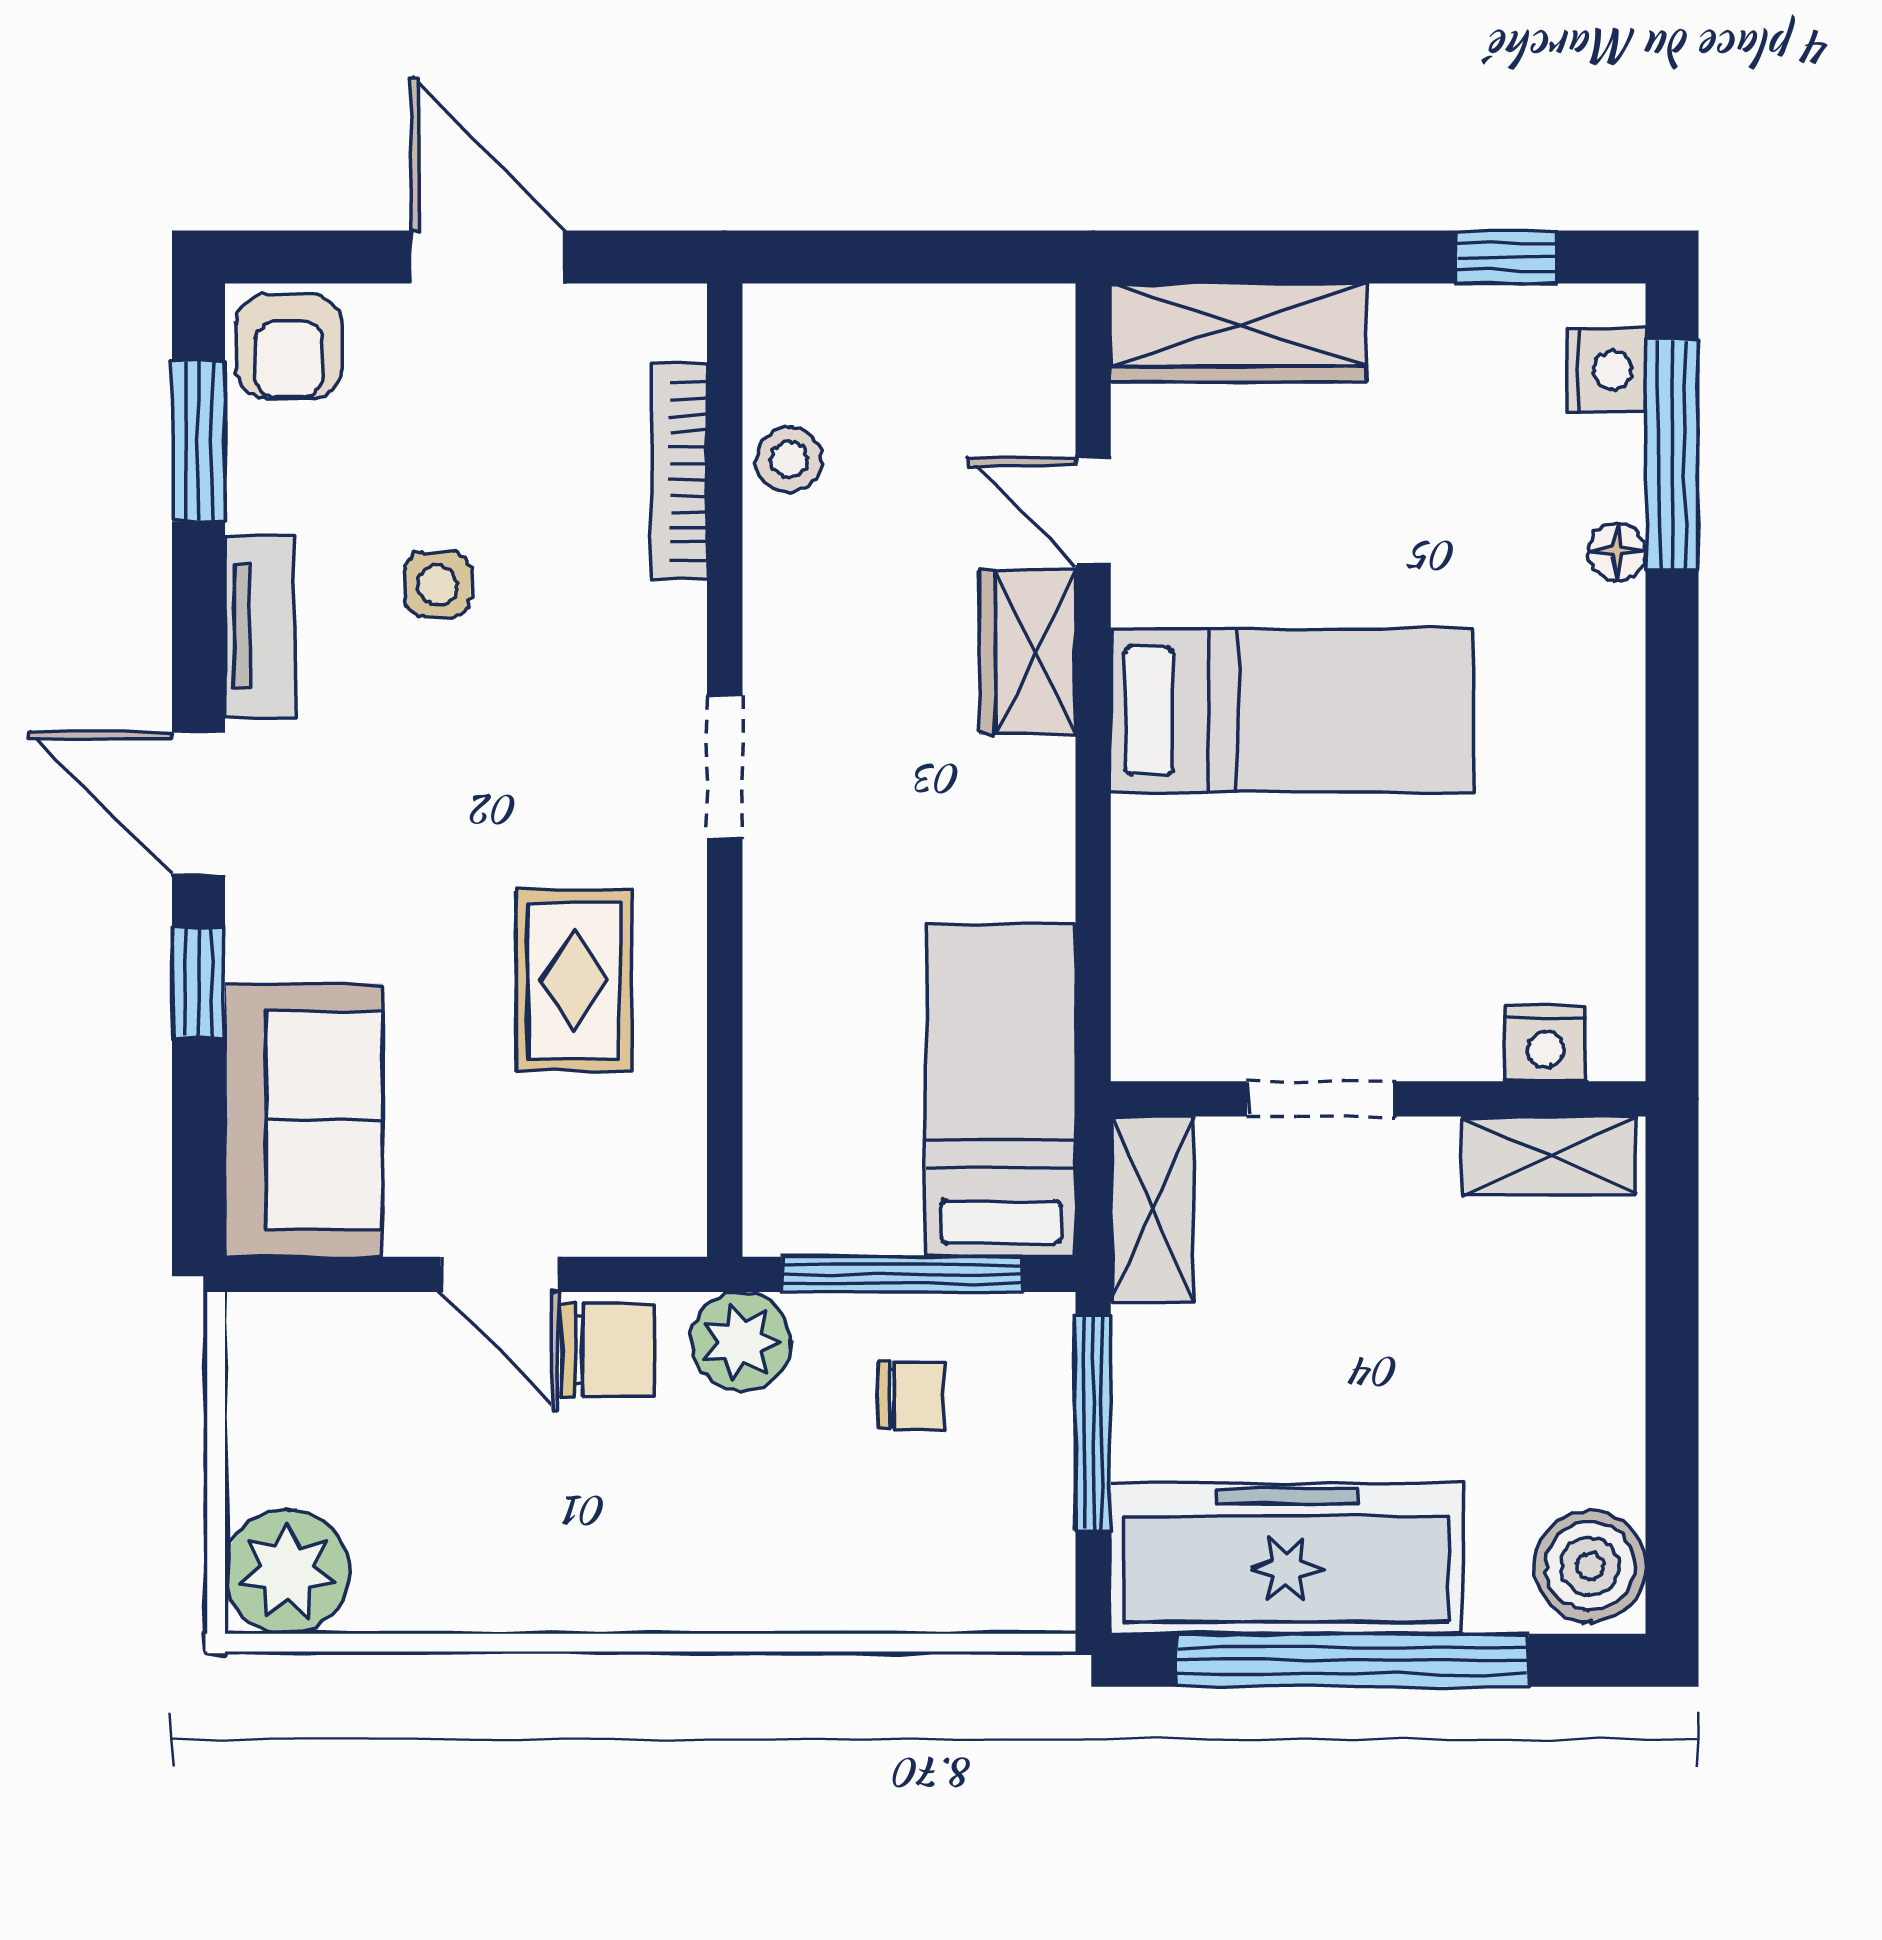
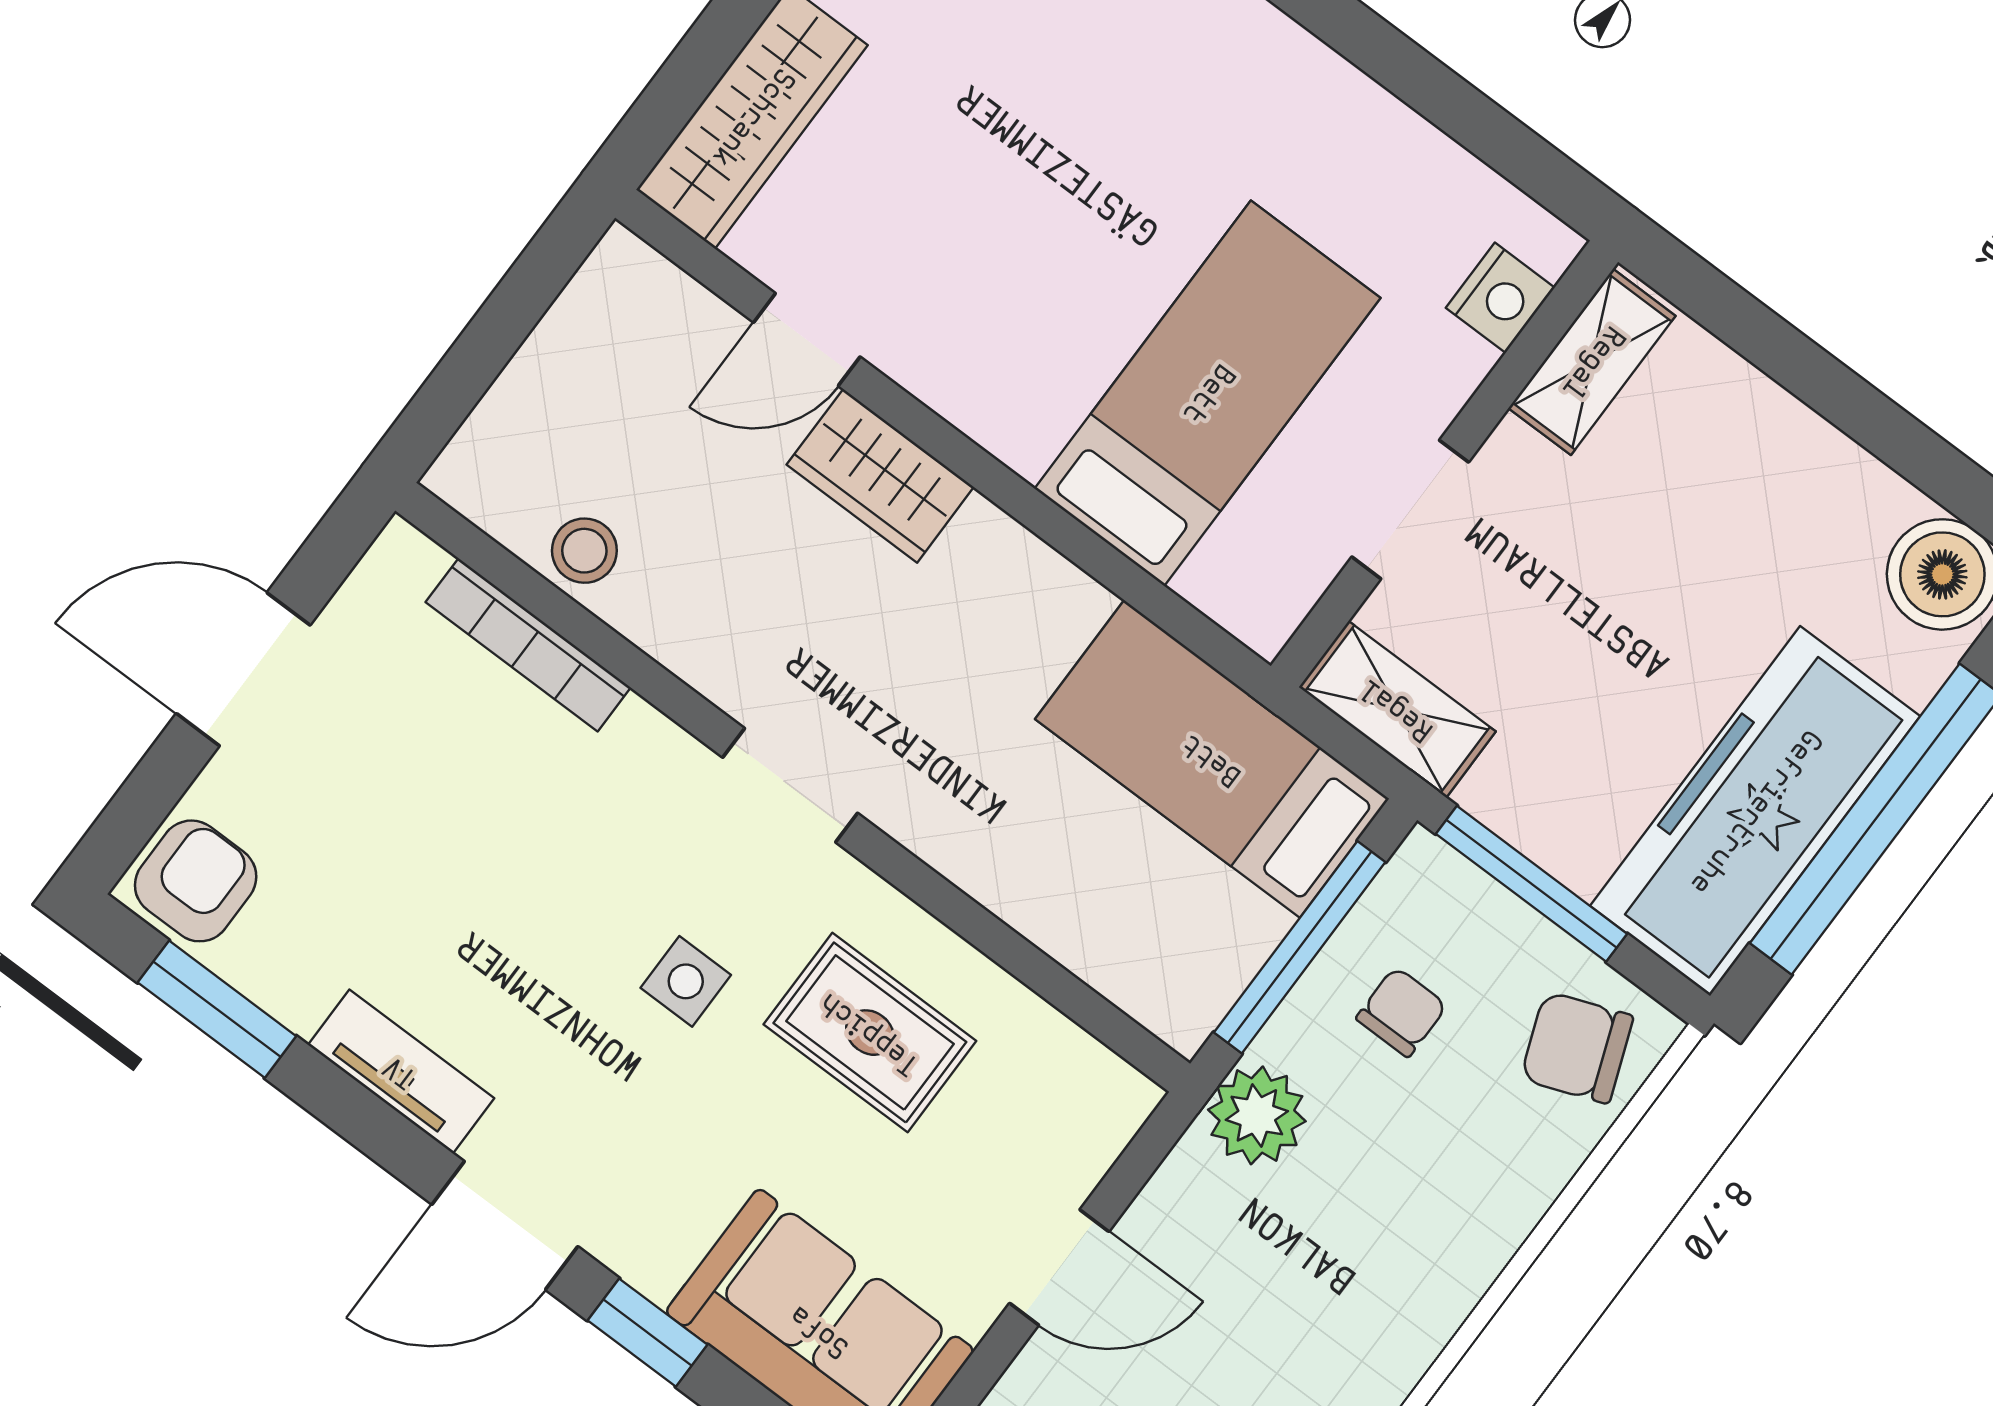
armchair: (289, 347) -> (196, 881), turned -90
side table: (438, 585) -> (686, 981), moved
bed: (1292, 710) -> (1207, 393), moved
chair: (607, 1350) -> (1577, 1048), moved, turned -111

